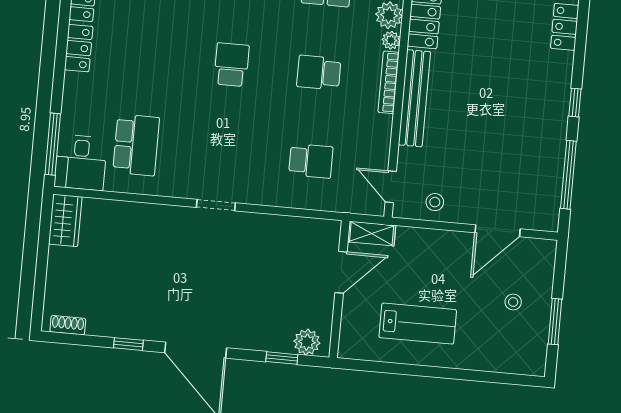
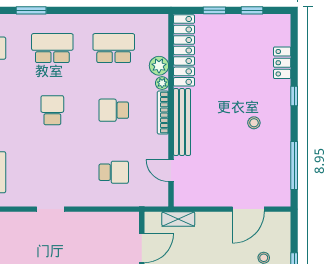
window: (575, 103) -> (294, 96), moved
door: (391, 187) -> (171, 171), moved
stool: (435, 202) -> (254, 123), moved
shelving: (372, 234) -> (178, 219), moved

